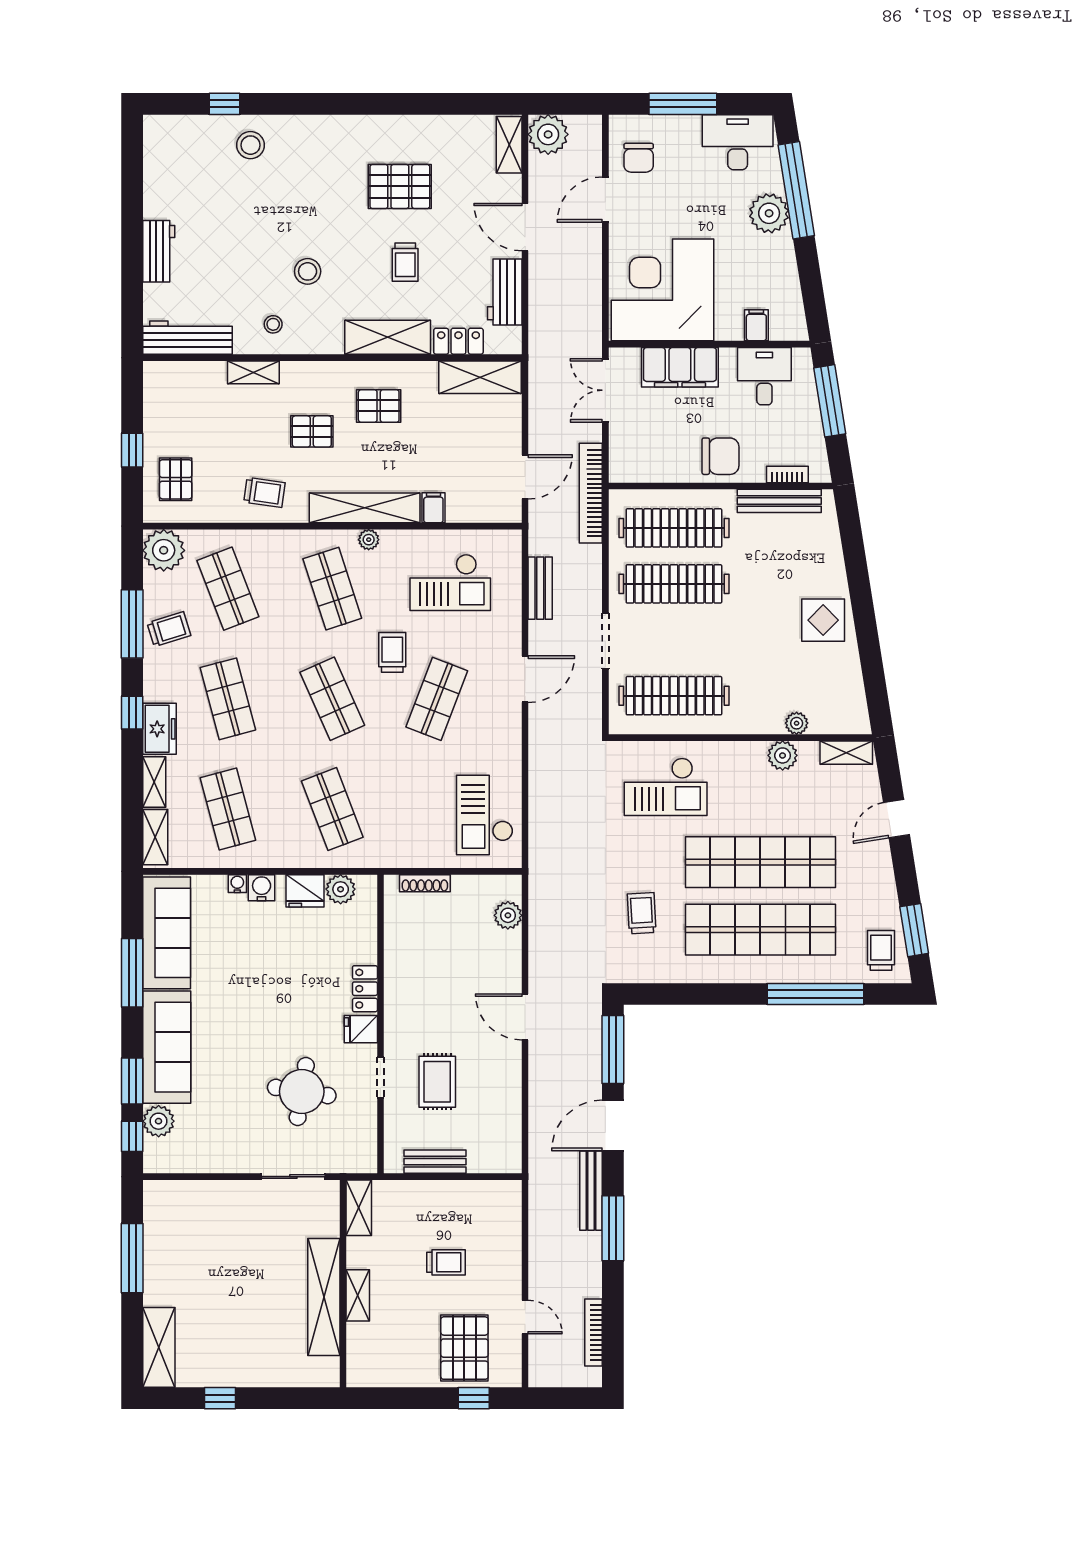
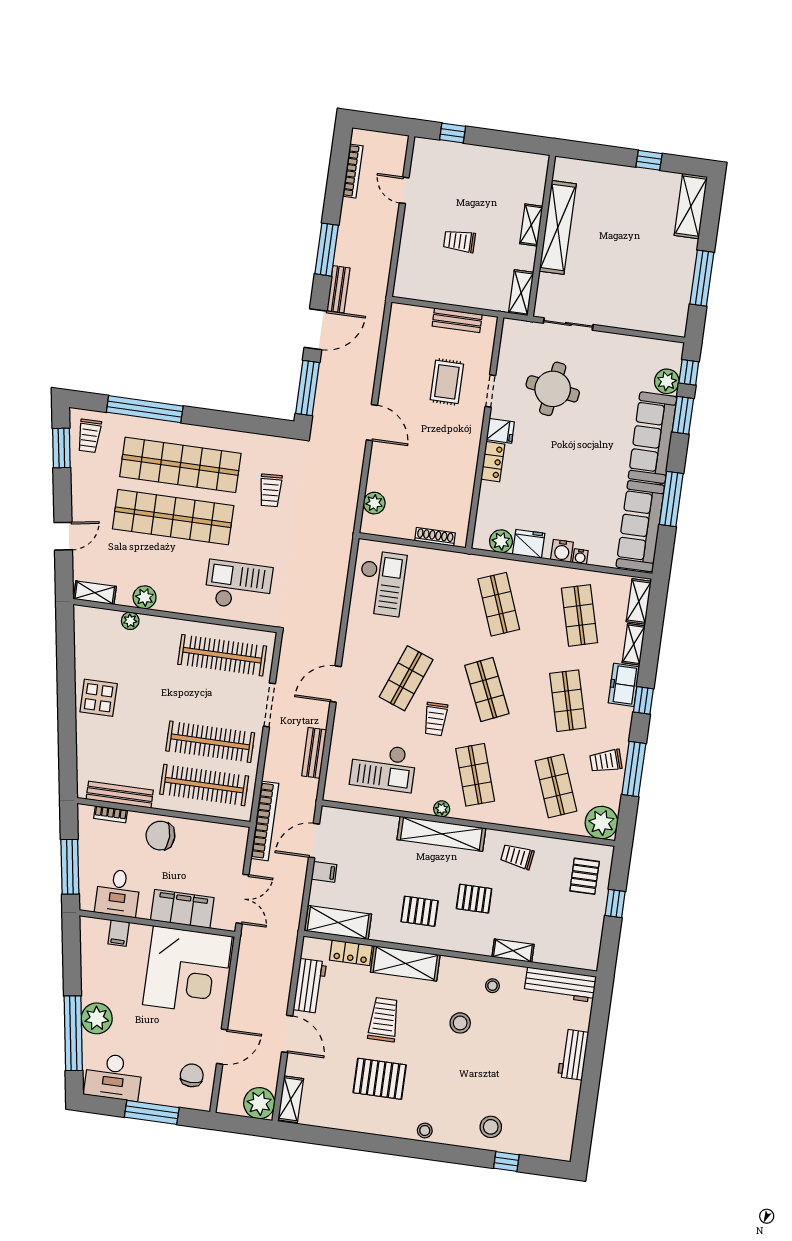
stool: (333, 129) -> (425, 1130), added
trolley: (405, 262) -> (384, 1020), width x1.36, depth x1.39
filing cabinet: (433, 508) -> (324, 872), moved, turned -90
checkout: (450, 582) -> (383, 767), turned 180
bench: (591, 1191) -> (338, 289), width x0.73
pallet: (464, 1348) -> (454, 173), removed

